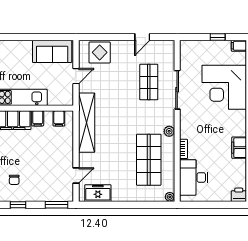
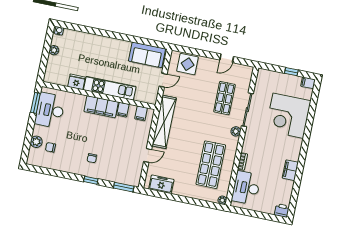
plant: (169, 131) -> (236, 131), moved
door: (76, 175) -> (148, 155), moved

